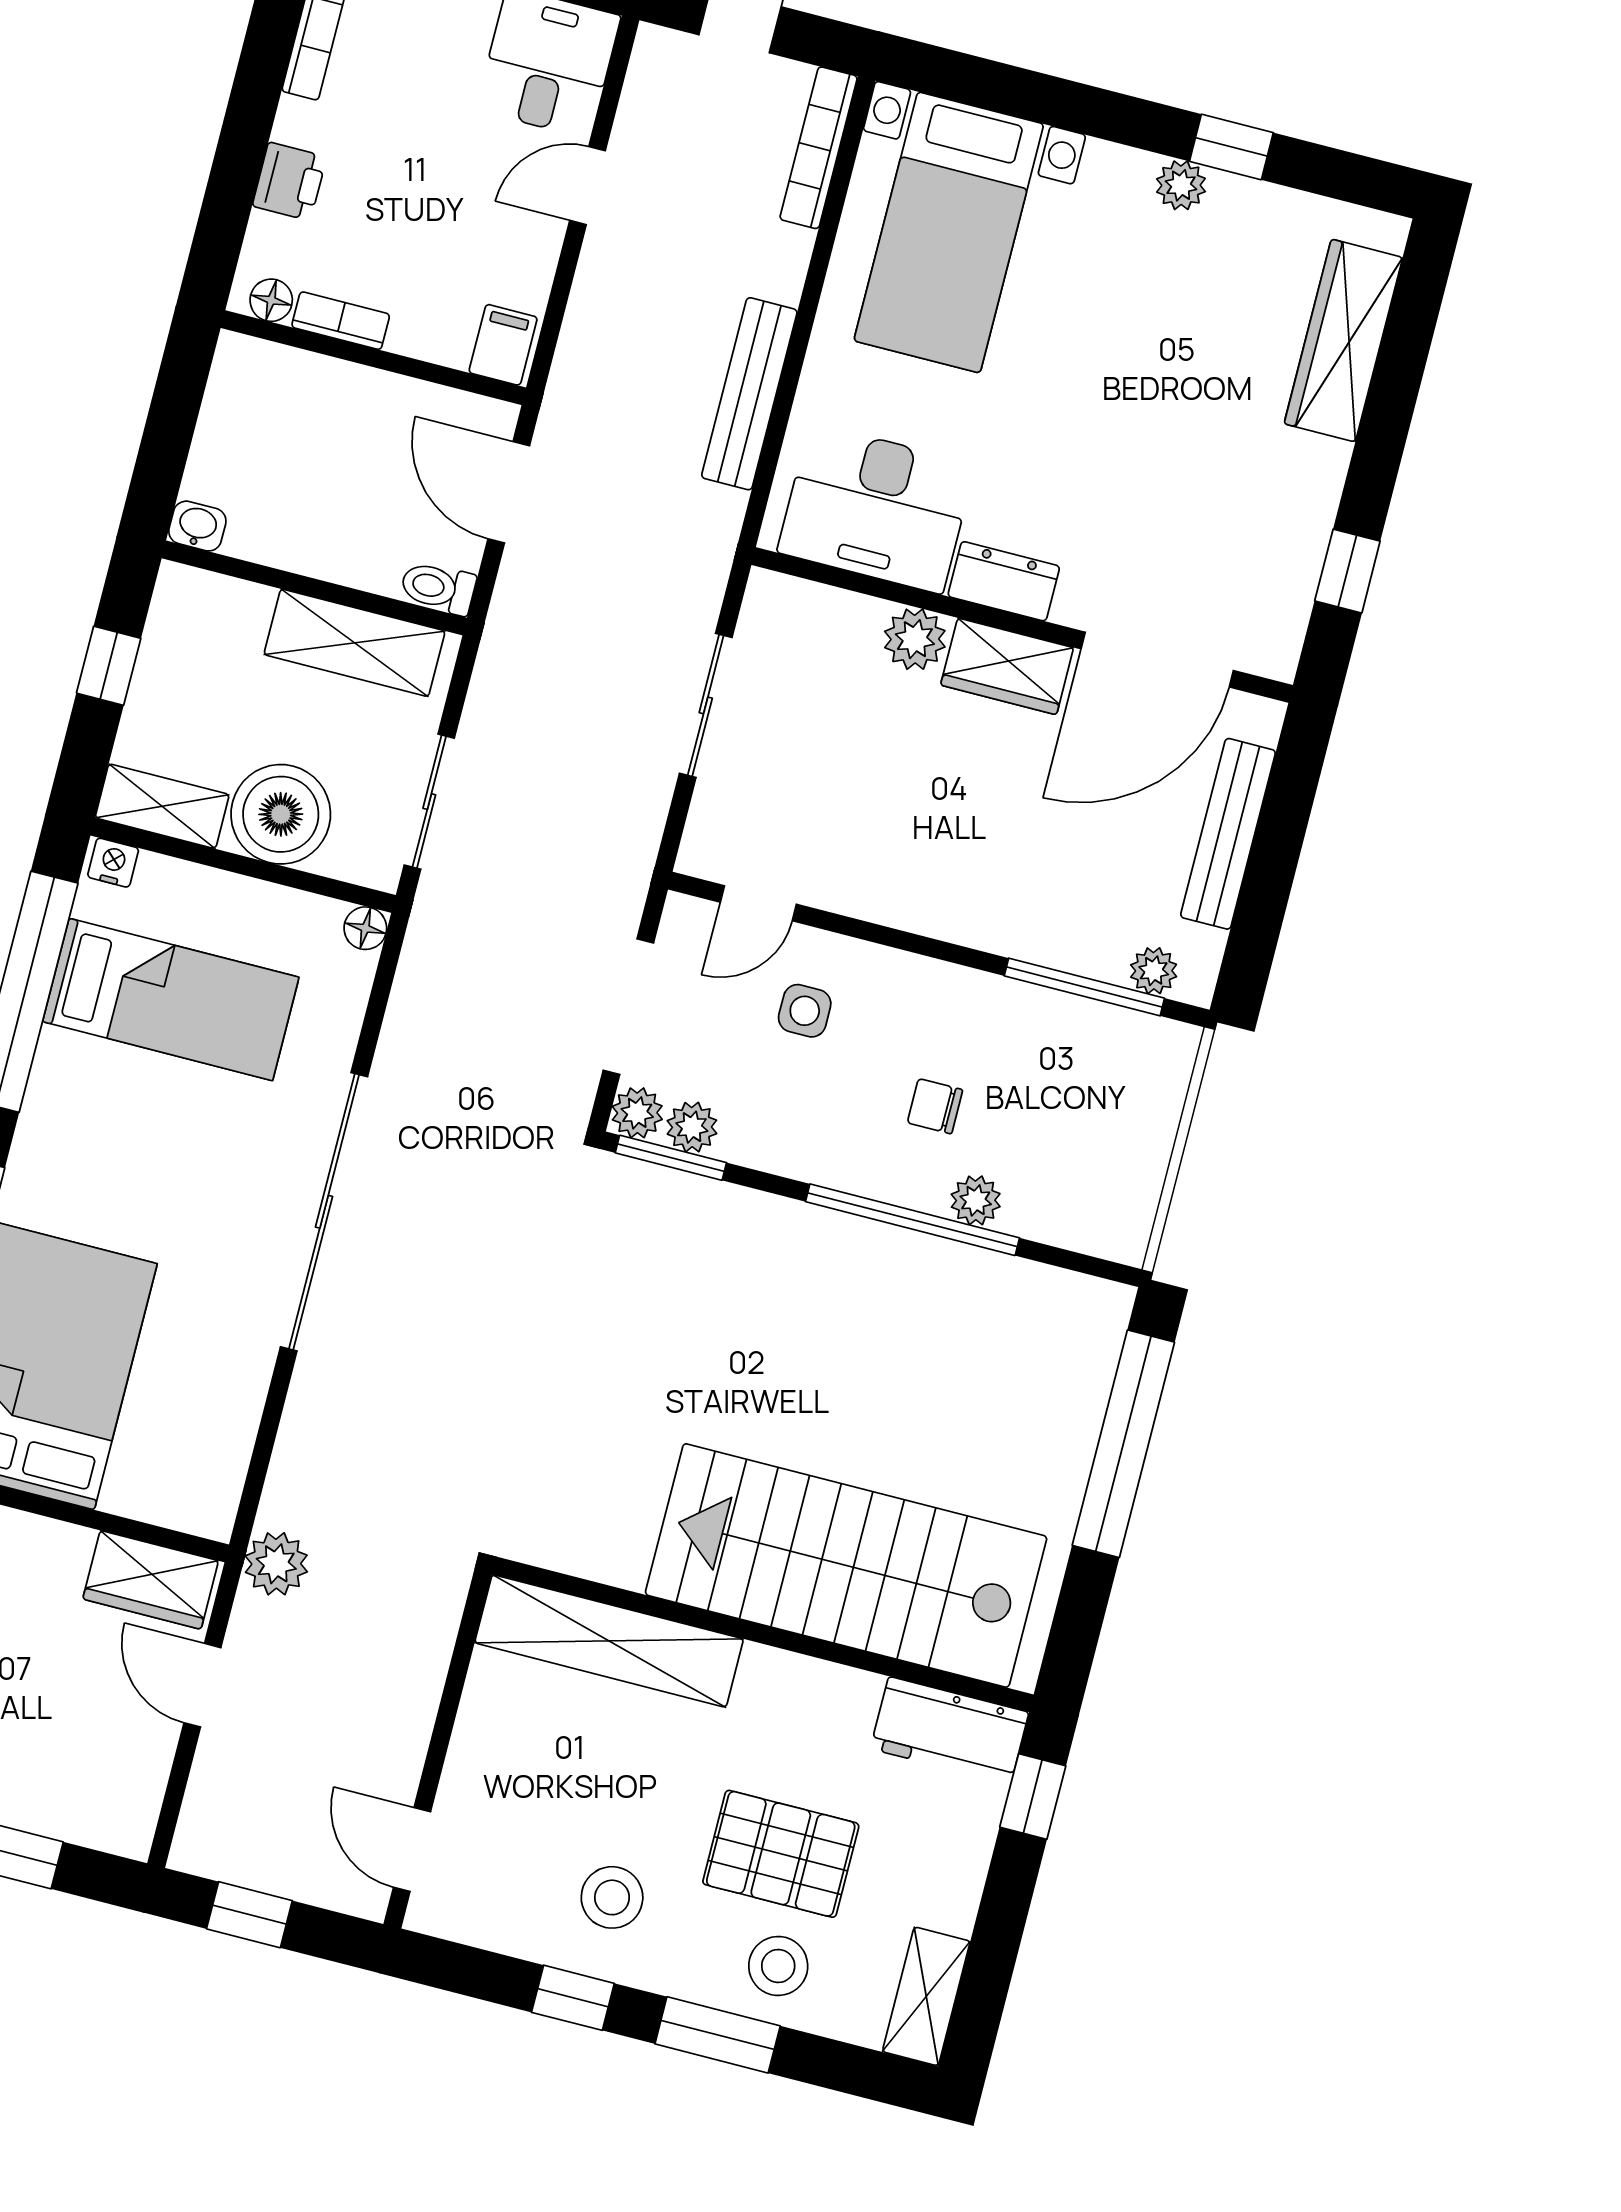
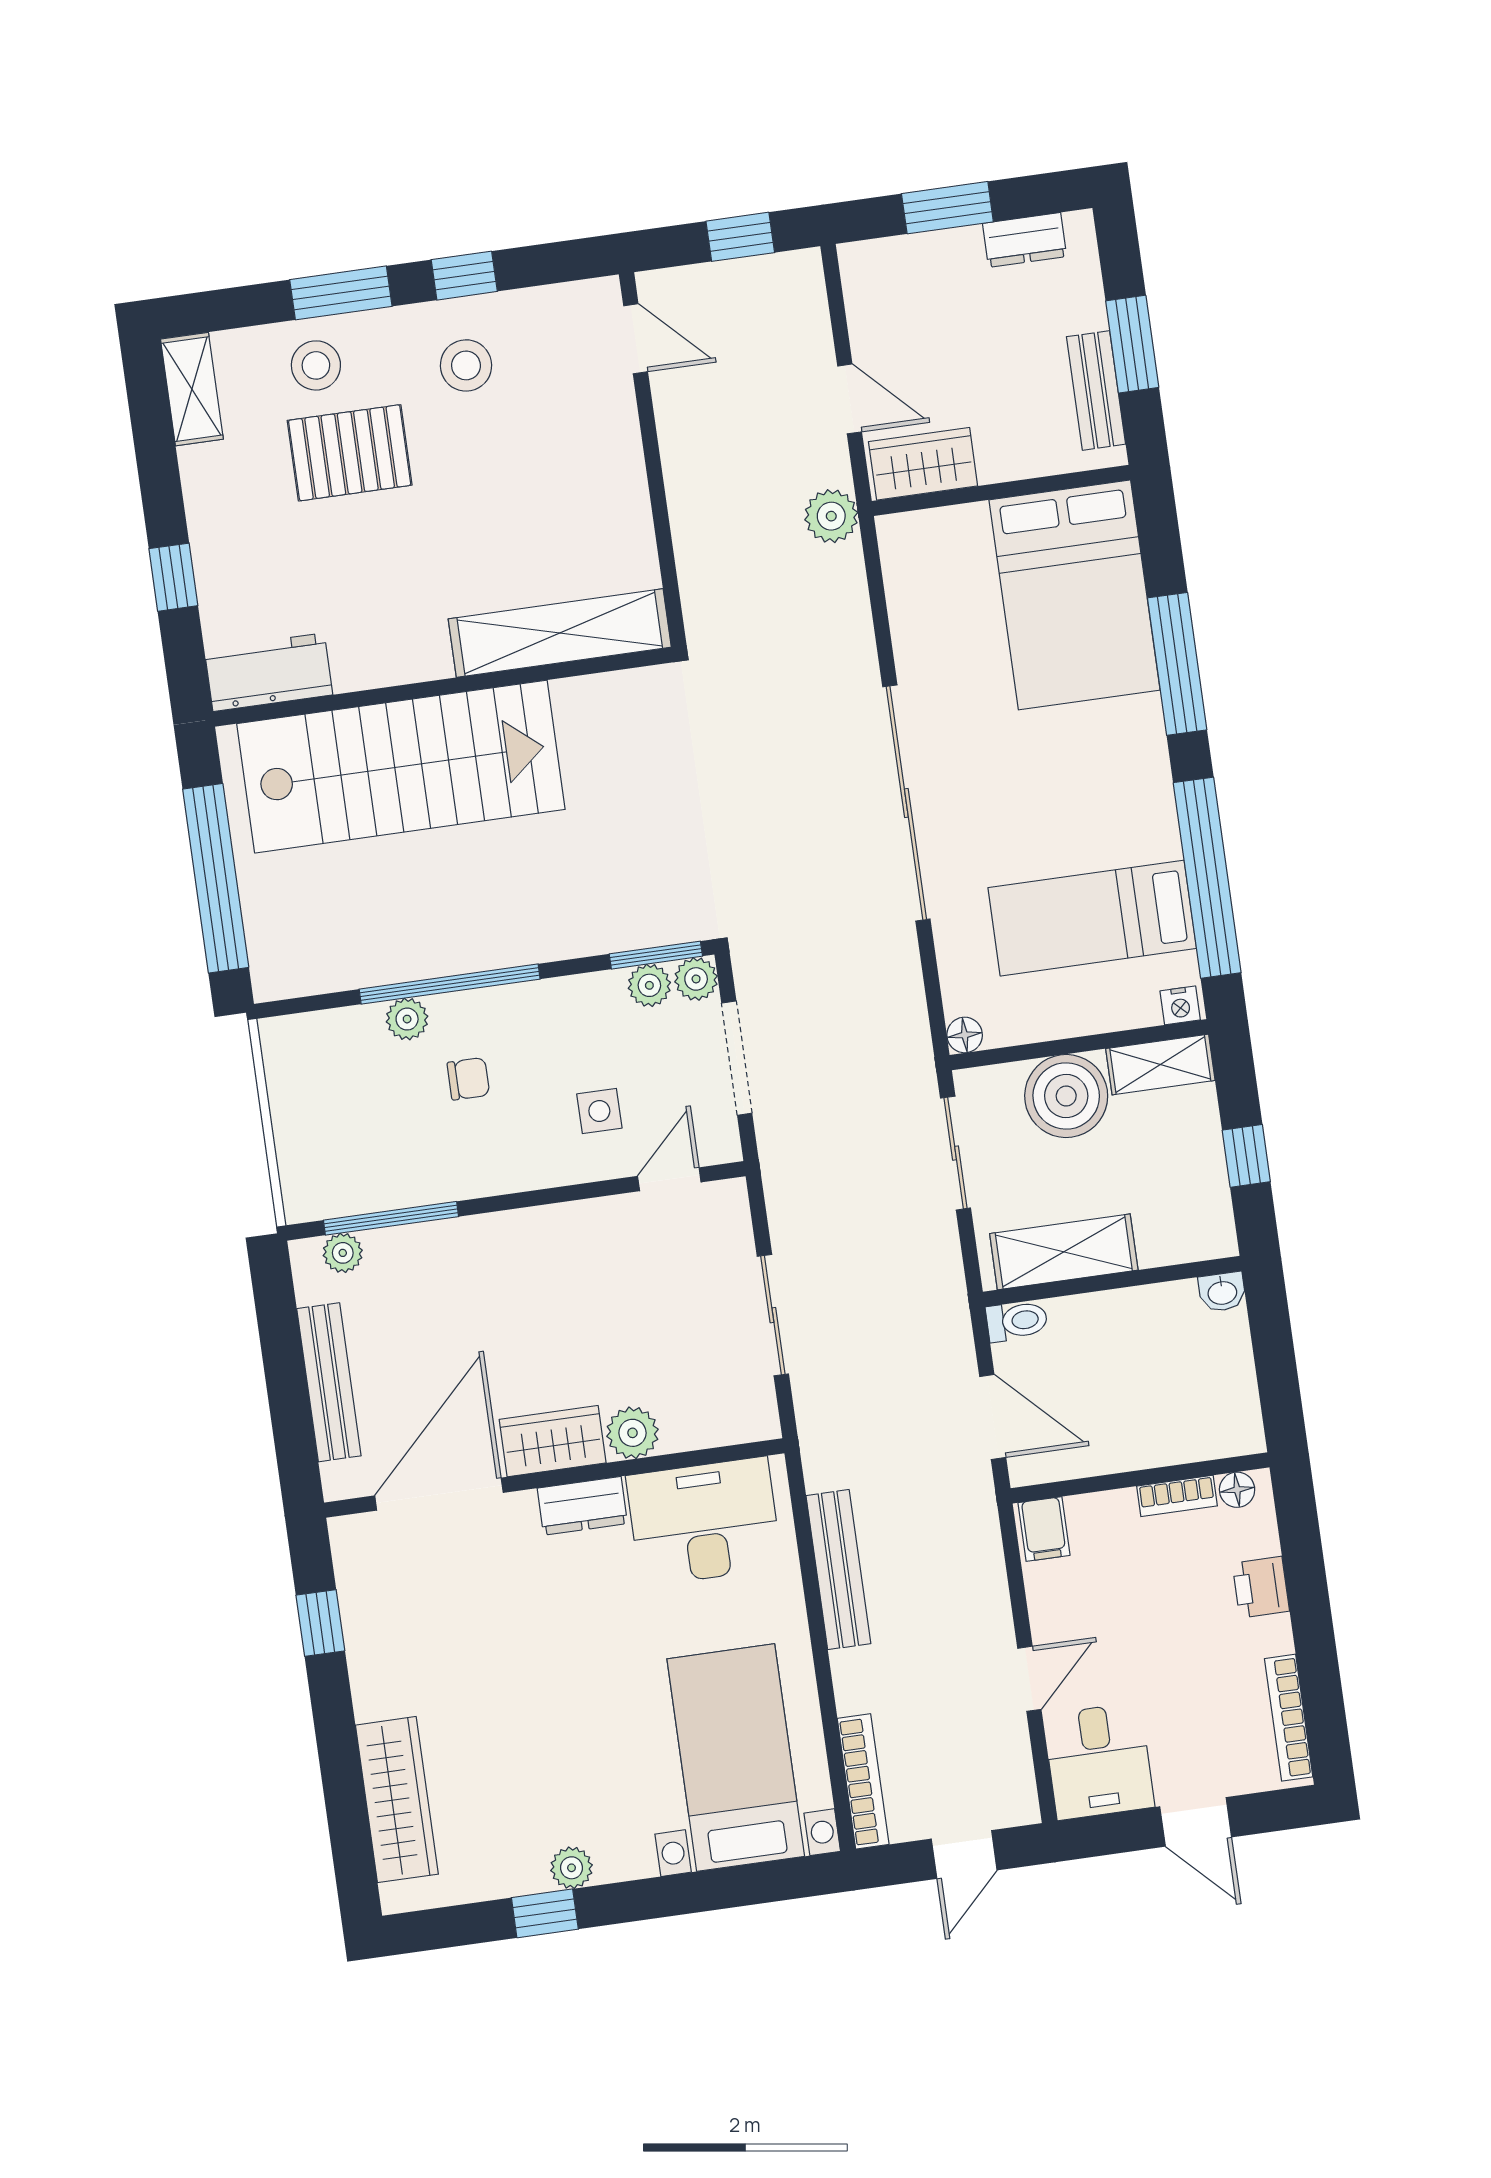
stairs: (846, 1565) -> (401, 767), moved
wall: (763, 1634) -> (443, 687), moved
shelving: (609, 1641) -> (560, 633), moved
workbench: (950, 1730) -> (268, 672), moved

